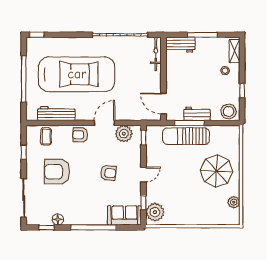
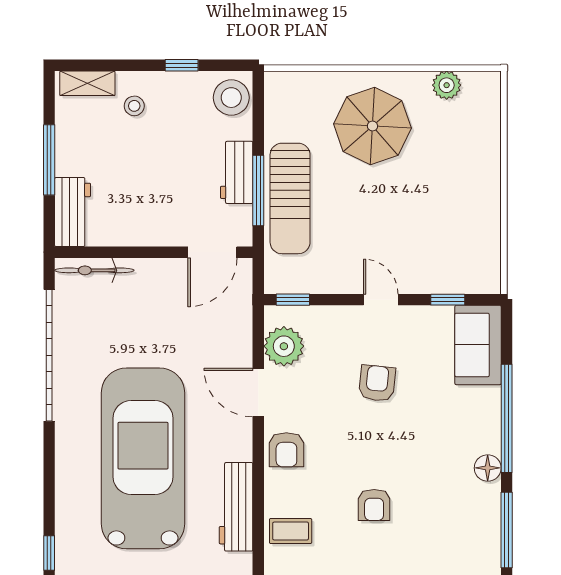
armchair: (57, 172) -> (374, 505), width x0.53, depth x0.53
plant: (155, 212) -> (470, 272), removed
floor lamp: (58, 219) -> (488, 468), moved
window: (46, 227) -> (507, 530), width x2.17

